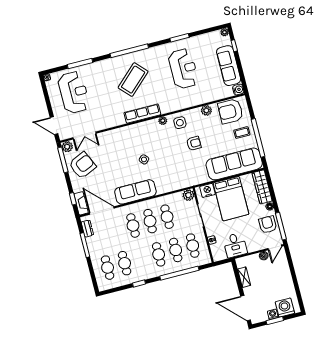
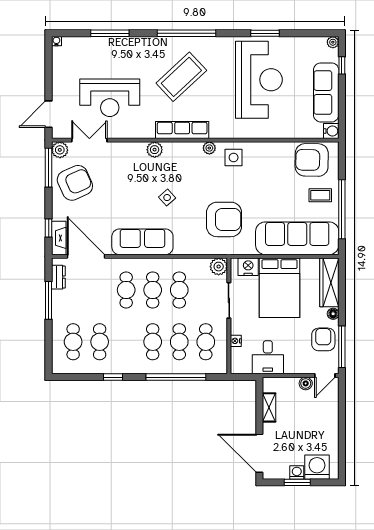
reception desk: (183, 69) -> (259, 80), width x1.36, depth x1.30
reception desk: (74, 92) -> (110, 98), moved, turned 90
plant: (206, 110) -> (155, 150), moved
door: (54, 126) -> (49, 114), hinge flipped
double door: (84, 136) -> (89, 140), swing flipped
armchair: (194, 143) -> (224, 219), moved, width x1.88, depth x1.88

